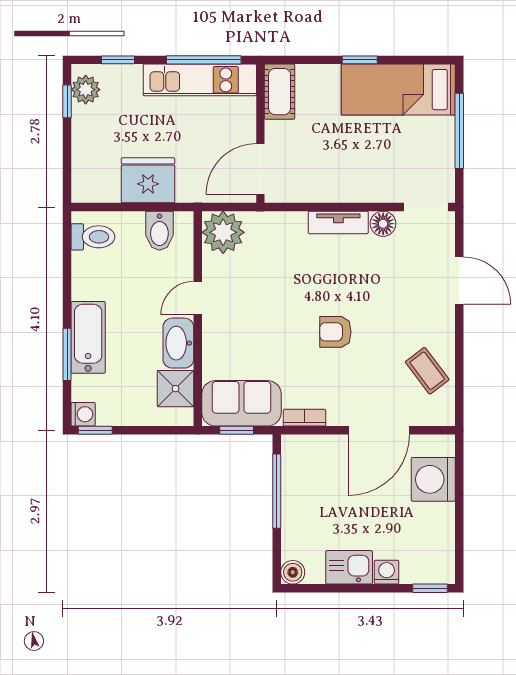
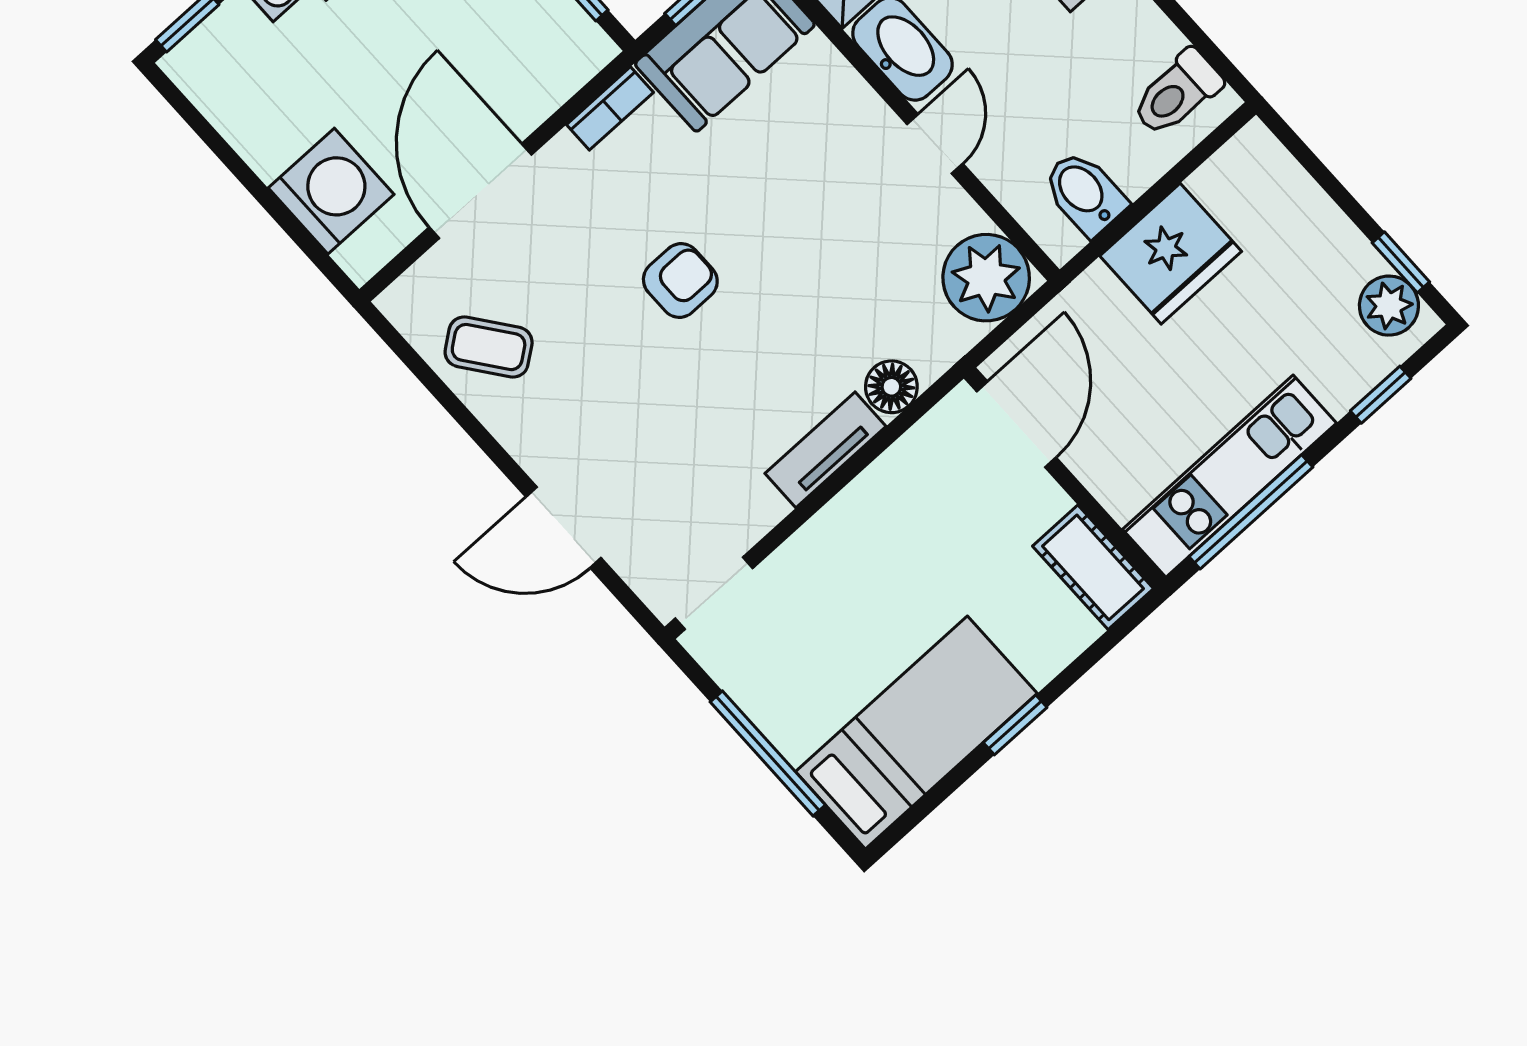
floor lamp: (383, 224) -> (891, 387), moved

